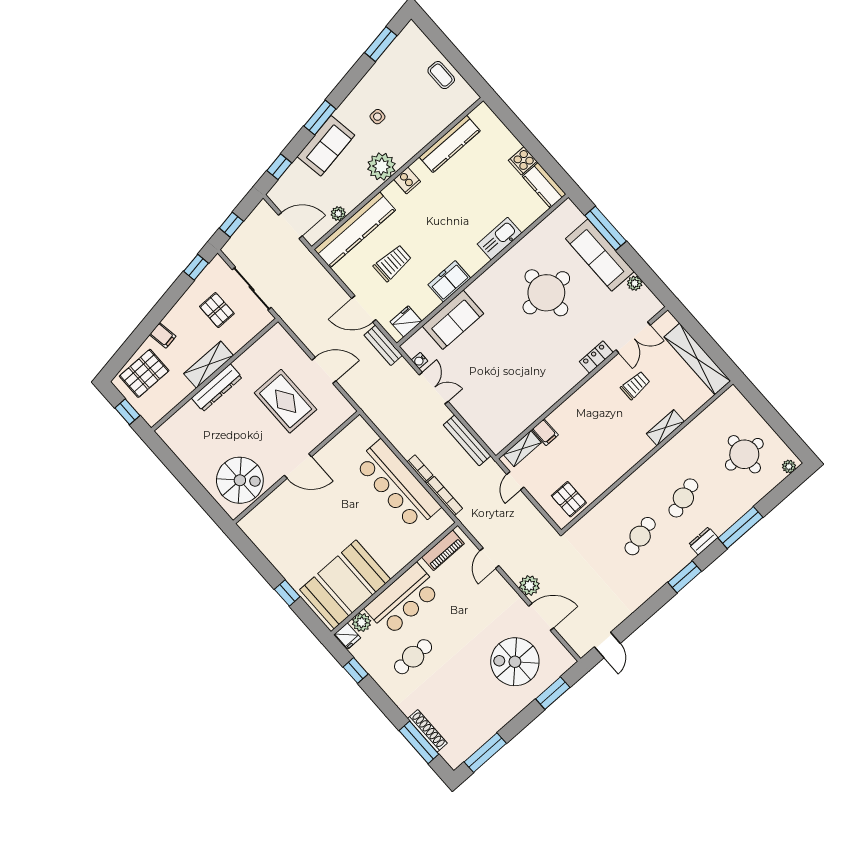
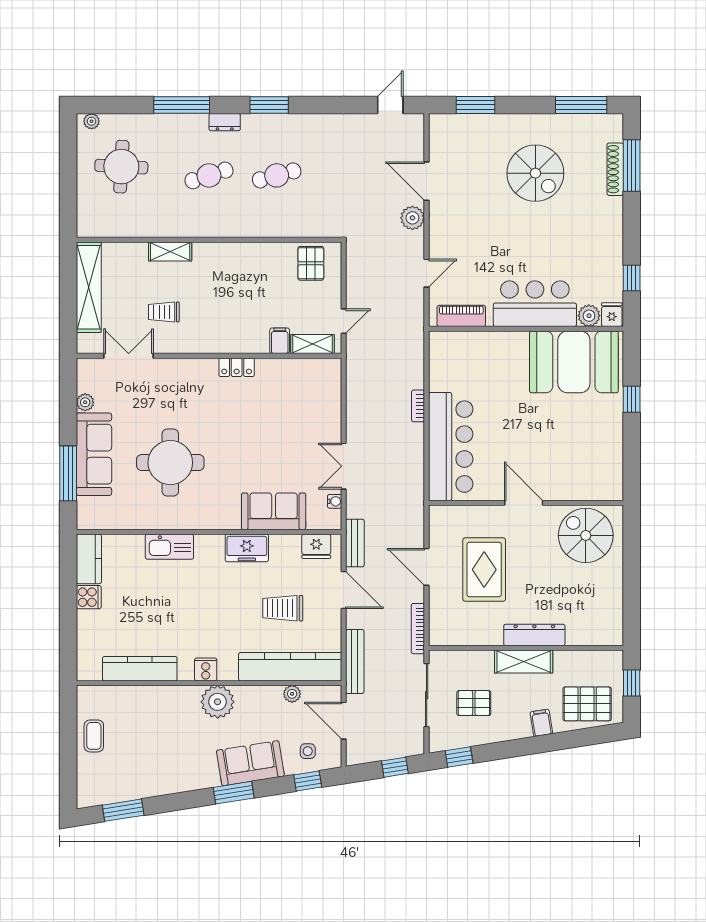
side table: (377, 117) -> (308, 751), moved
pallet: (217, 310) -> (474, 703), turned 90
locker: (596, 357) -> (237, 367), moved
bench: (467, 440) -> (355, 662), moved
bar counter: (397, 485) -> (451, 447), moved
bookcase: (444, 496) -> (418, 629), moved
cafe table: (413, 657) -> (570, 245), removed
spiral stairs: (515, 662) -> (535, 173), moved

